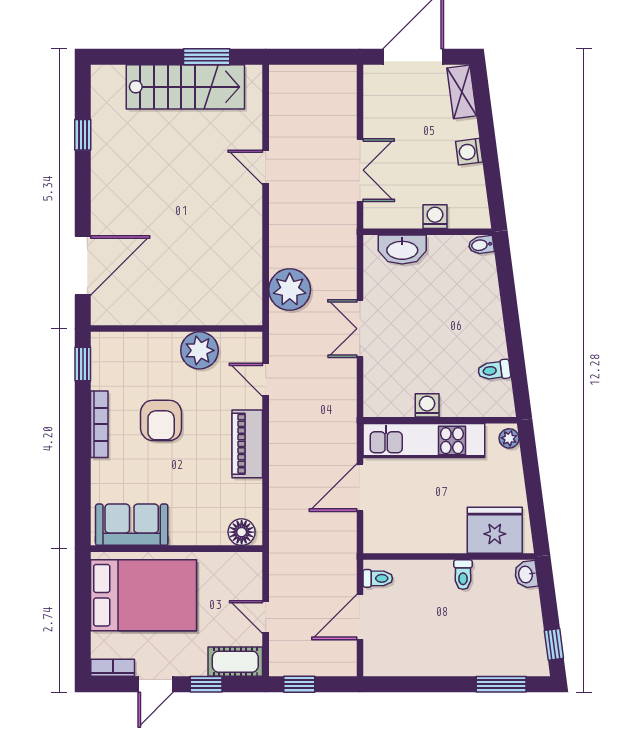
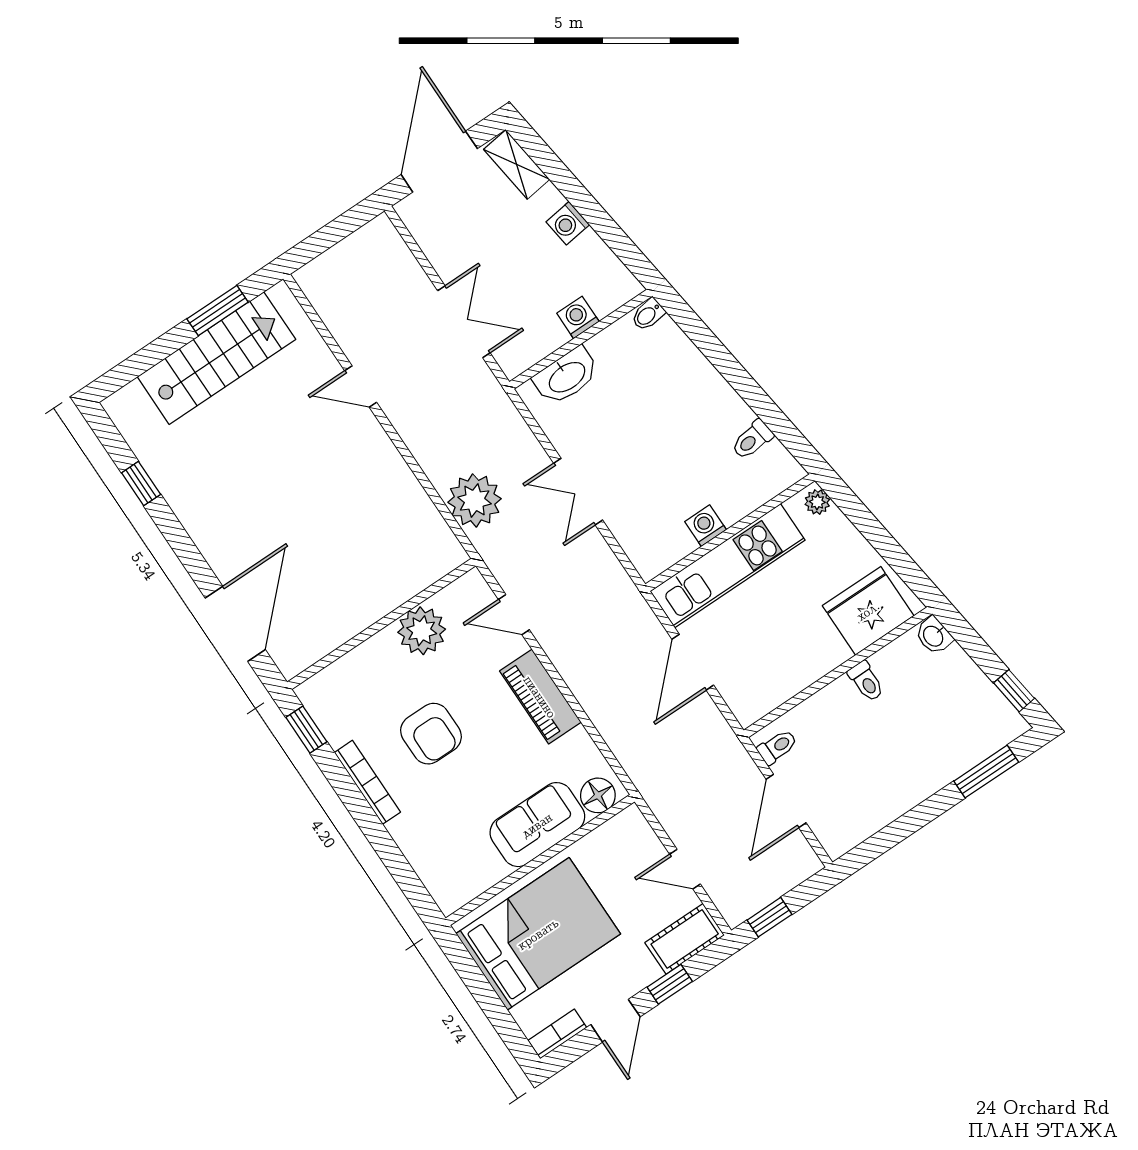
sofa: (132, 525) -> (537, 825), moved

